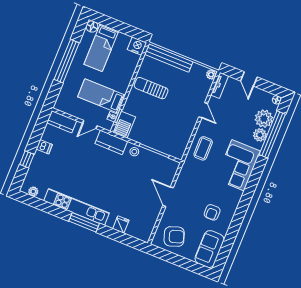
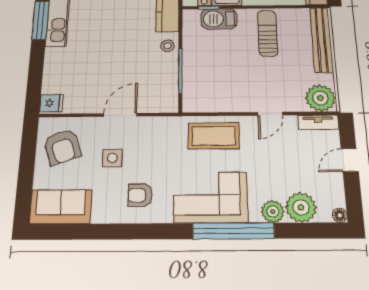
plant: (211, 75) -> (320, 98), width x1.88, depth x1.88
barbecue: (124, 125) -> (219, 19), moved
window: (272, 134) -> (233, 231), moved
coffee table: (203, 148) -> (214, 136), width x1.36, depth x1.32
side table: (193, 211) -> (112, 158), added
armchair: (212, 212) -> (140, 195), moved
fridge: (121, 224) -> (51, 103), moved

